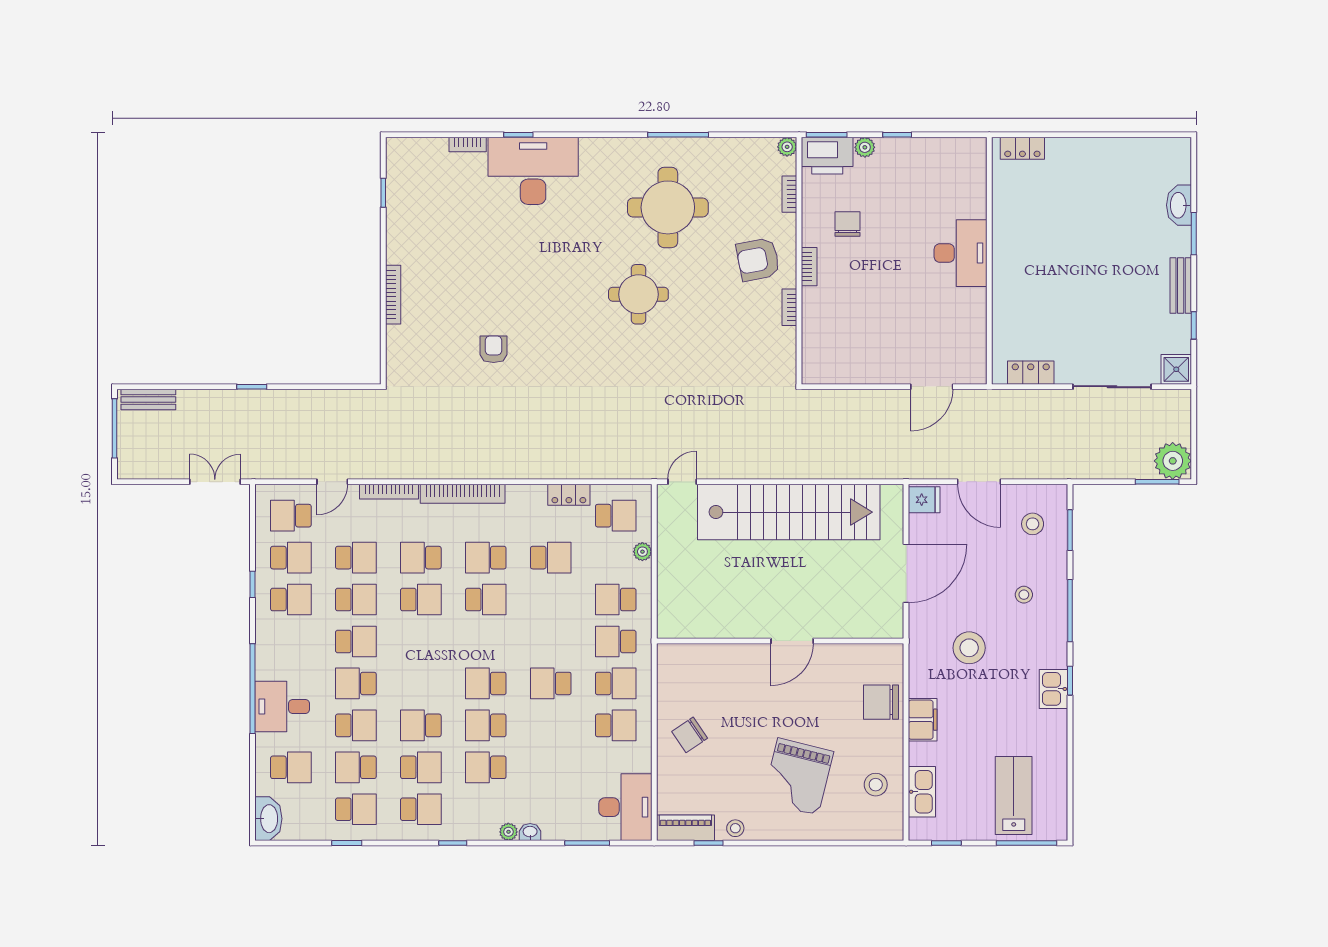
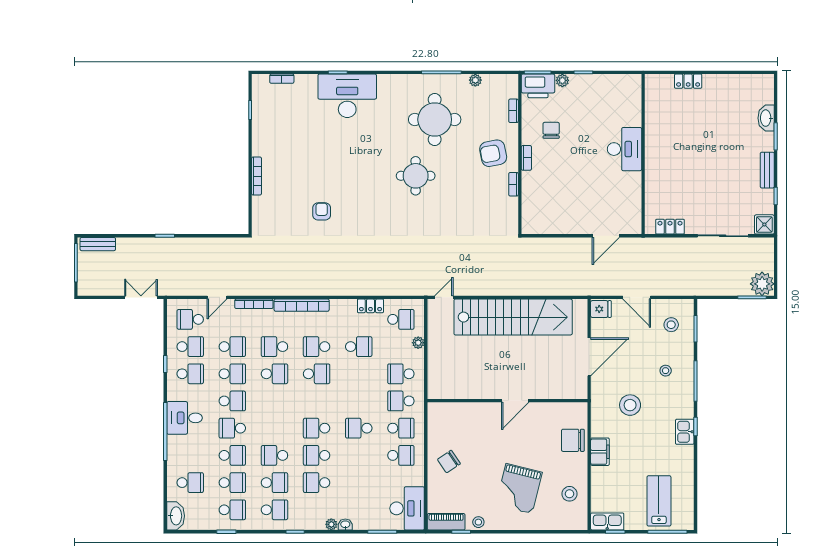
bookcase: (468, 145) -> (282, 79), moved
plant: (787, 147) -> (475, 80), moved
locker: (1022, 148) -> (688, 81), moved
desk: (282, 706) -> (185, 418), moved
school desk: (356, 767) -> (232, 483), turned 180
kitchen sink: (922, 792) -> (607, 521), moved, turned -90

